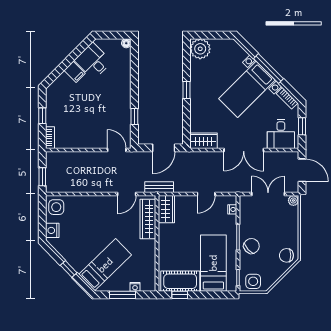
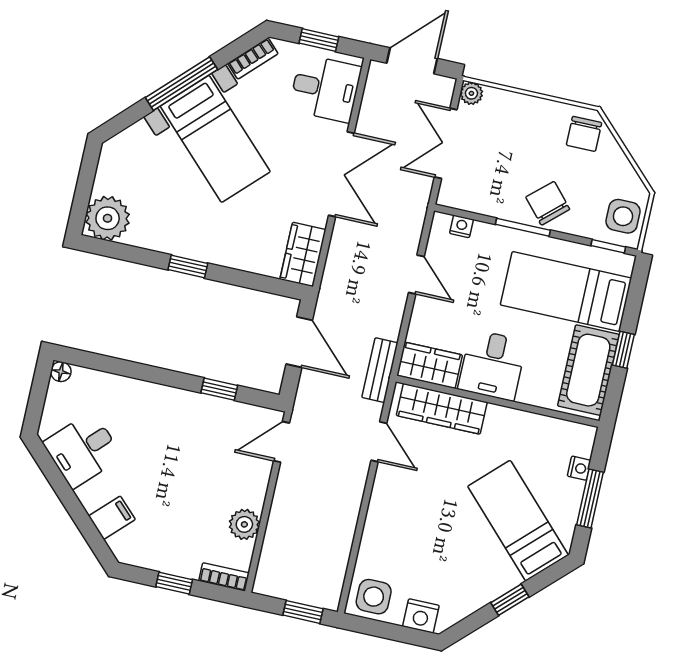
filing cabinet: (75, 72) -> (112, 518), moved
plant: (76, 141) -> (244, 524), added
desk: (173, 237) -> (492, 365), added
window: (180, 295) -> (623, 350), moved

